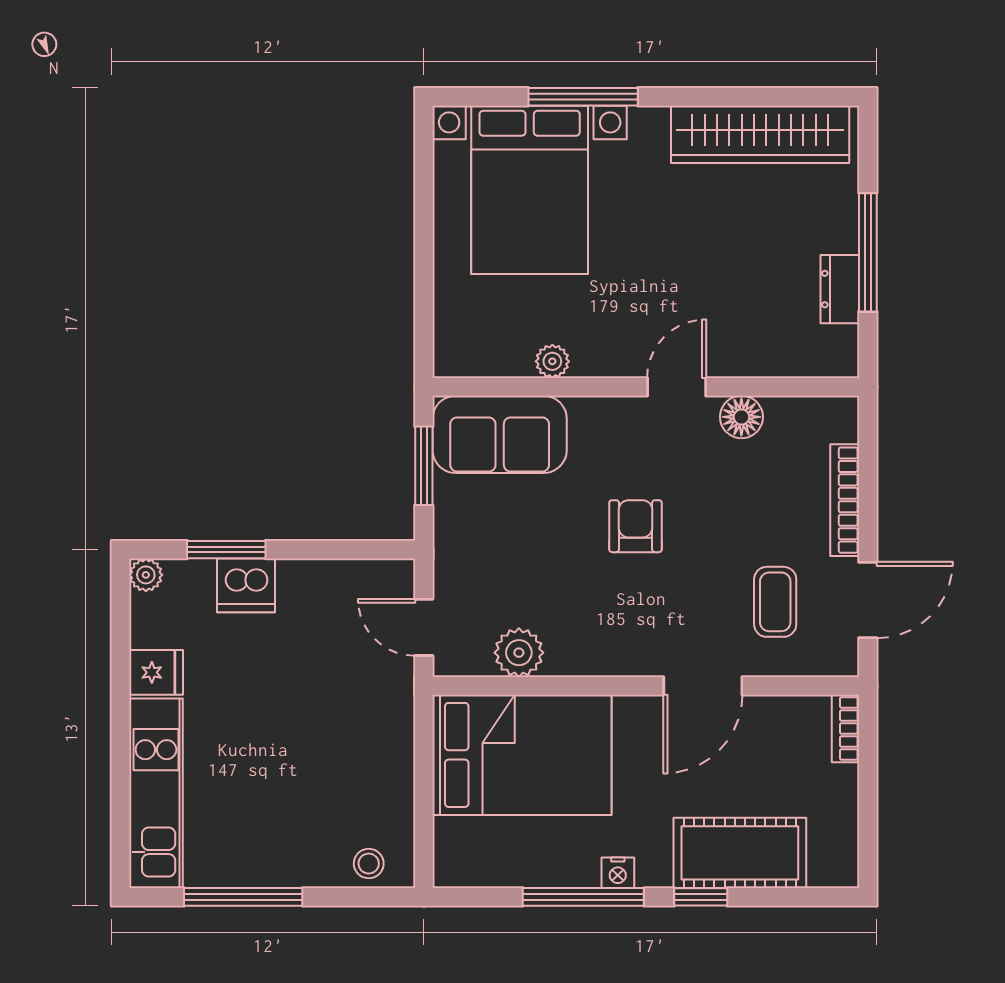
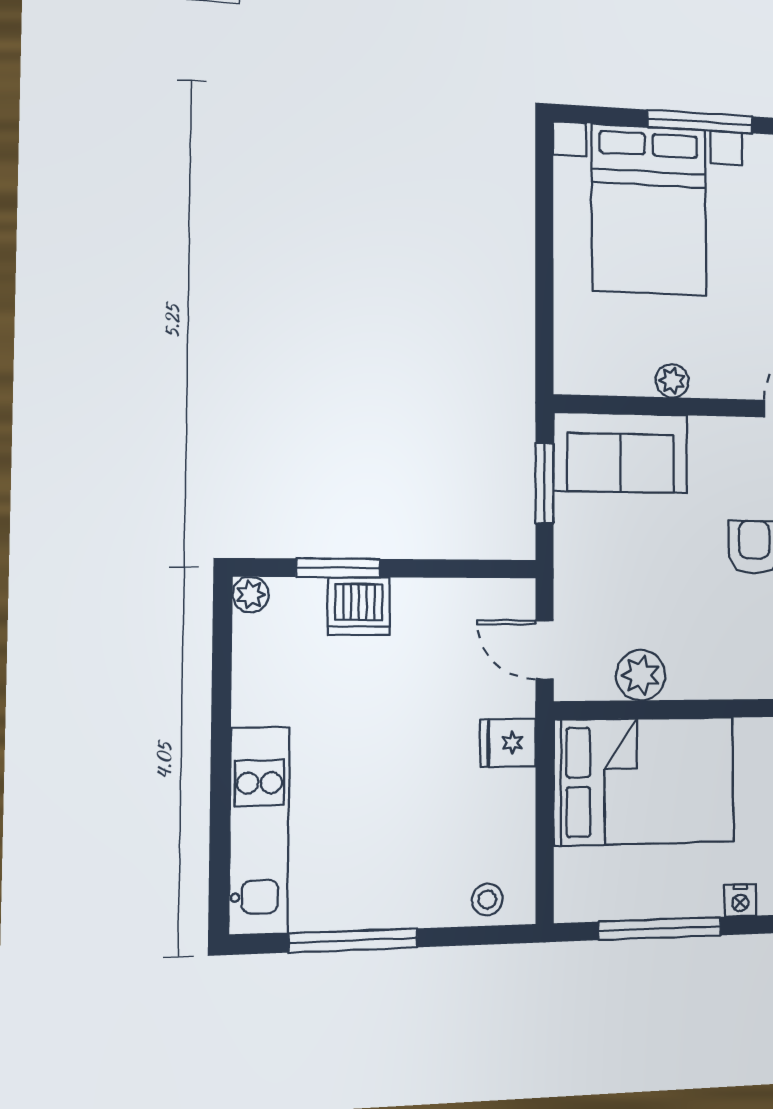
fridge: (156, 672) -> (508, 743), moved, turned 180
window: (583, 897) -> (660, 928), moved

